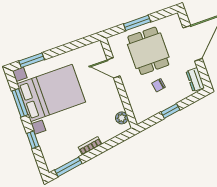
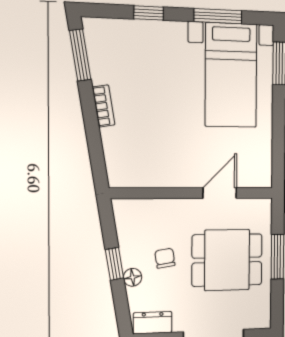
bed with nightstands: (51, 93) -> (231, 75), width x0.73
floor lamp: (174, 99) -> (133, 277), added
plant: (122, 118) -> (132, 177), removed

